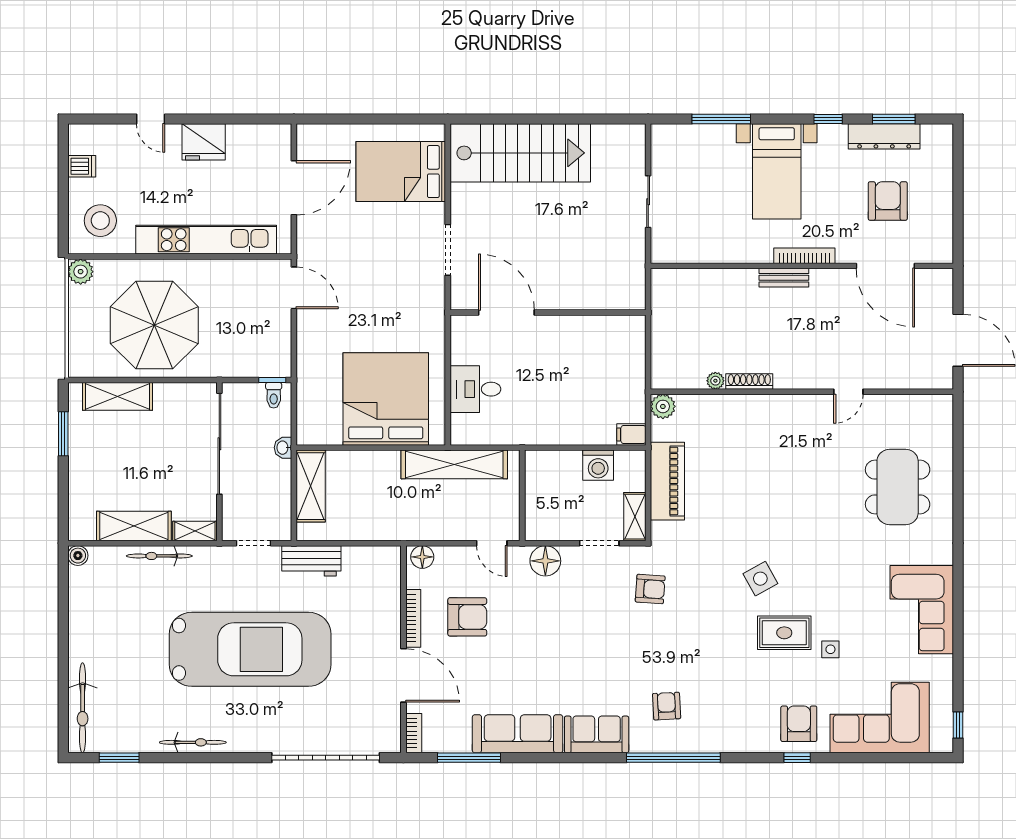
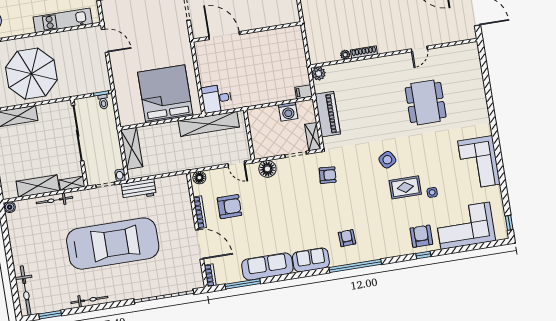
kitchen unit: (206, 240) -> (63, 20), width x0.73
desk: (475, 389) -> (217, 99), moved
washbasin: (283, 448) -> (120, 175), moved
dining table: (898, 487) -> (426, 102), moved

